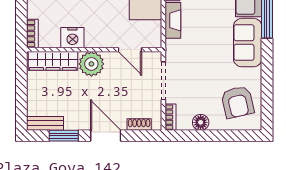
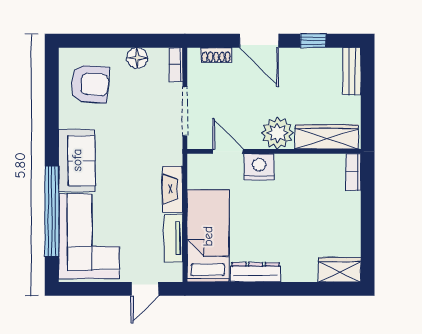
nightstand: (72, 38) -> (259, 167), moved
armchair: (238, 102) -> (90, 84), turned 107
bench: (45, 123) -> (352, 71), moved, turned 90
window: (64, 136) -> (313, 41), width x0.67

